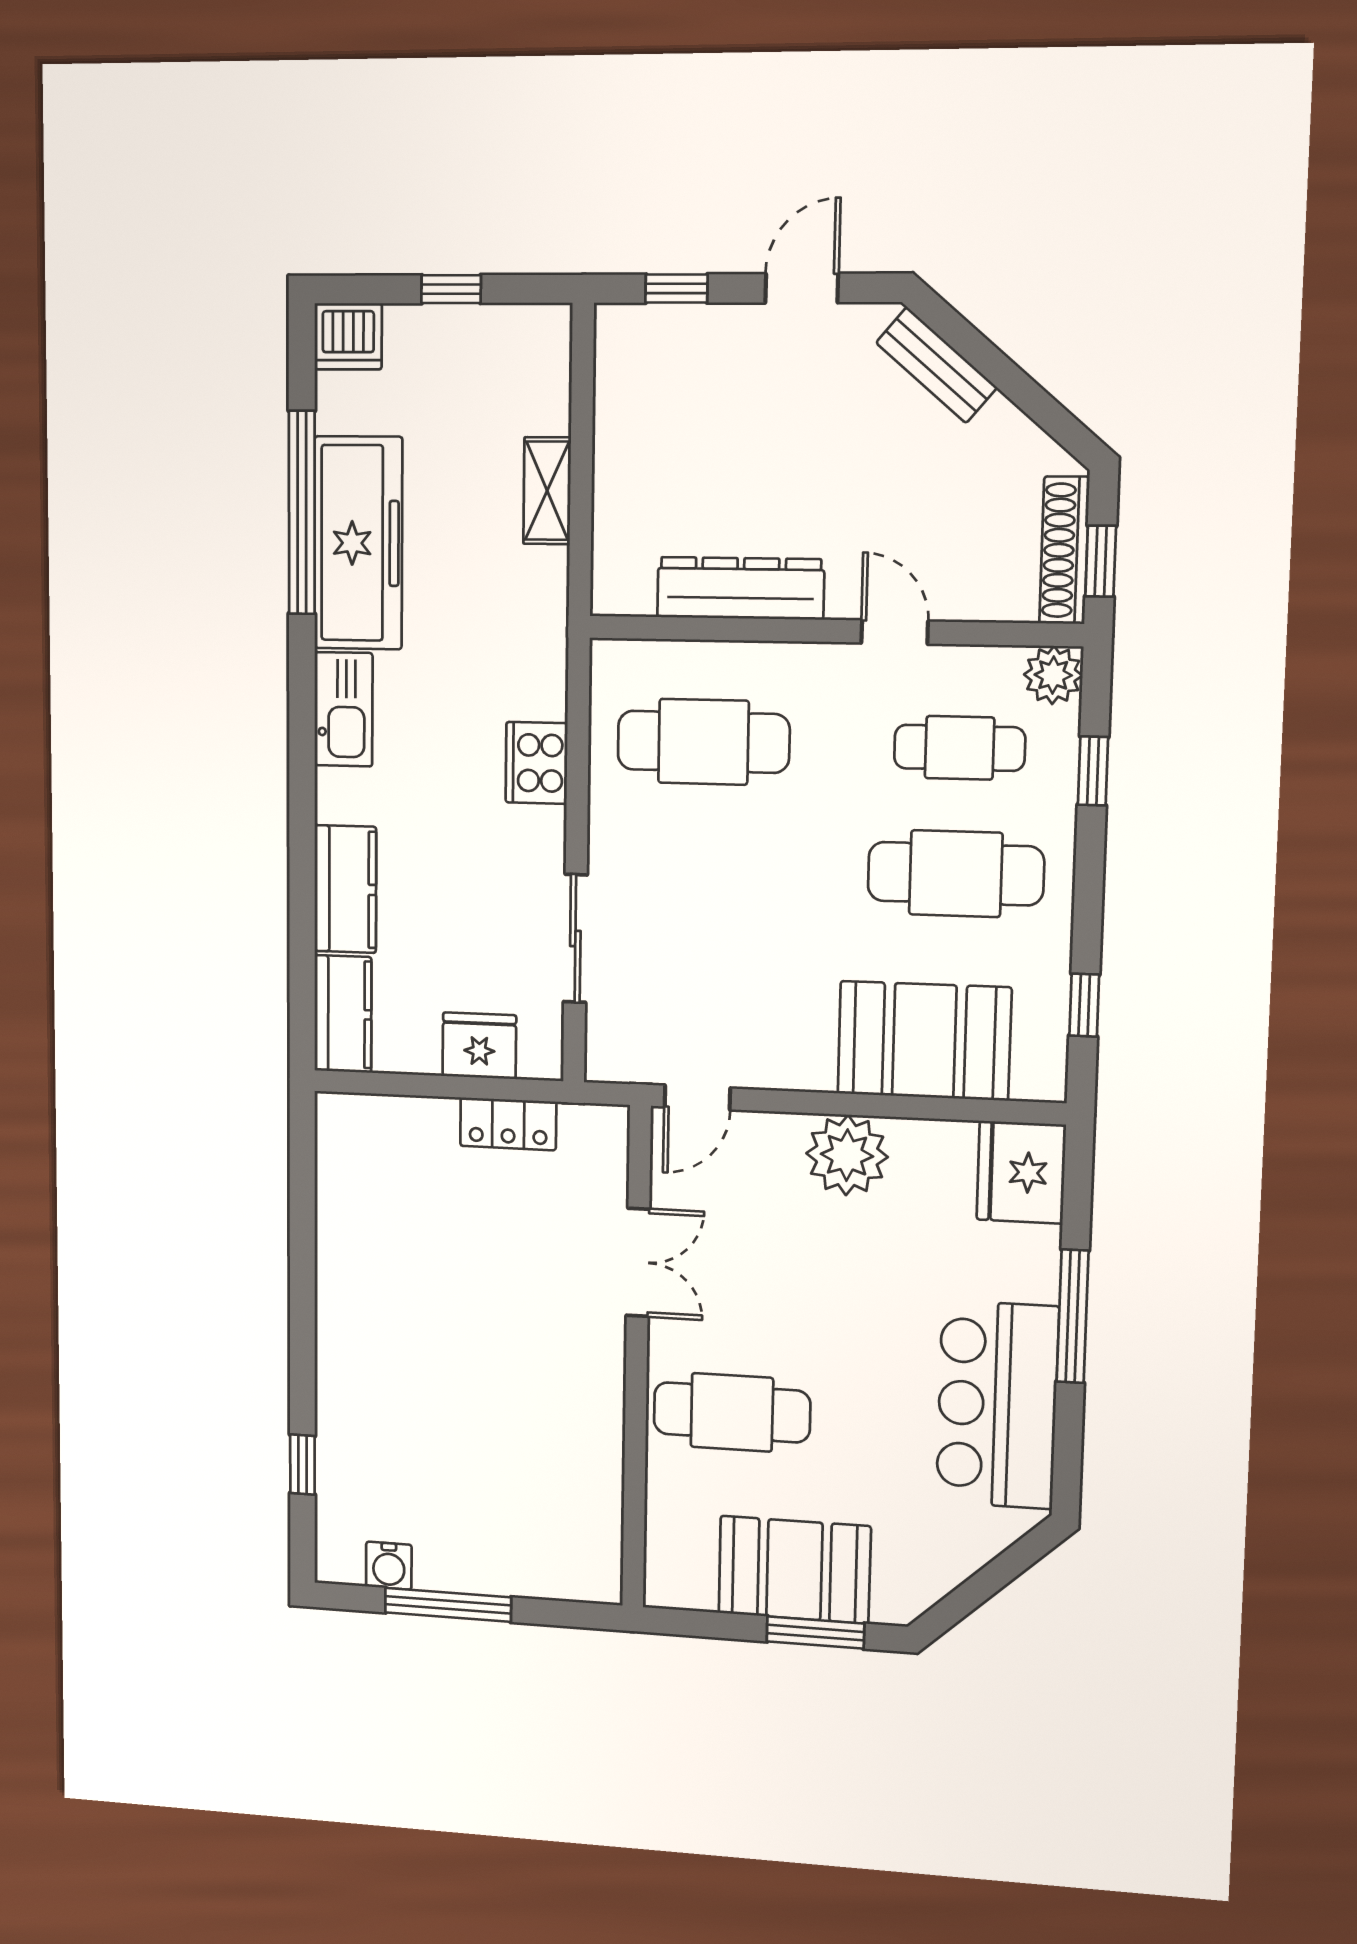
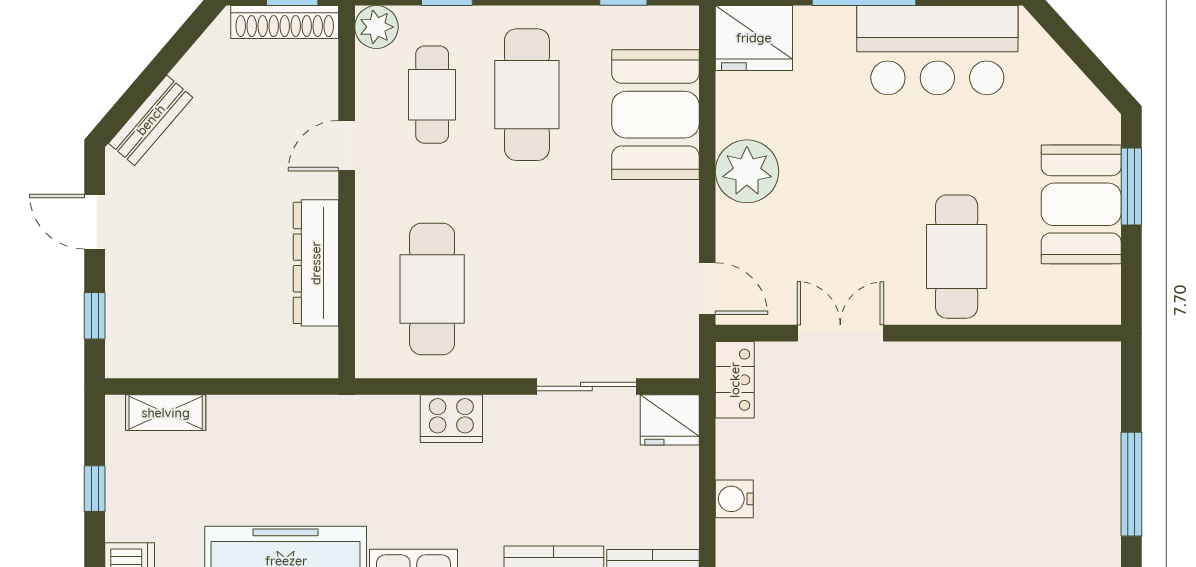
shelving: (547, 491) -> (166, 413), moved
fridge: (479, 1046) -> (670, 420), moved, turned -90
locker: (508, 1124) -> (735, 380), moved
water cooler: (389, 1566) -> (734, 499), moved, turned 180

